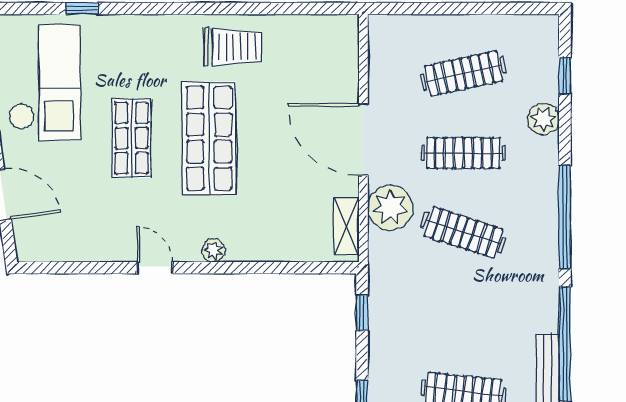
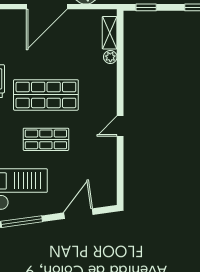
shelving: (346, 226) -> (110, 33), moved, turned 90
plant: (213, 250) -> (110, 57), moved

